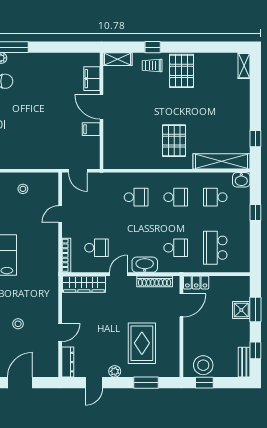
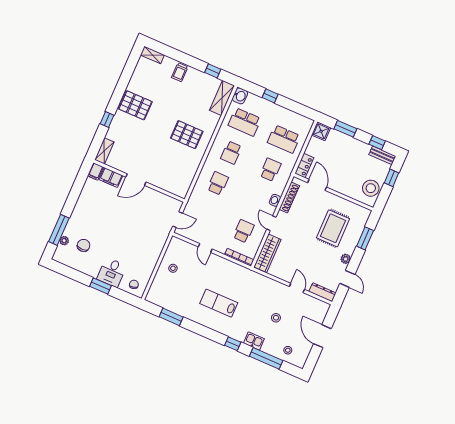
trolley: (152, 65) -> (180, 72), moved
filing cabinet: (91, 129) -> (95, 171), moved
shelving: (222, 161) -> (222, 98), width x0.68
school desk: (176, 197) -> (231, 153), turned 180
school desk: (215, 197) -> (245, 122), width x1.85
washbasin: (145, 265) -> (275, 200), width x0.52, depth x0.69
shower: (241, 310) -> (321, 131), moved
rug: (142, 343) -> (333, 228), turned 90
window: (204, 383) -> (391, 178), moved

